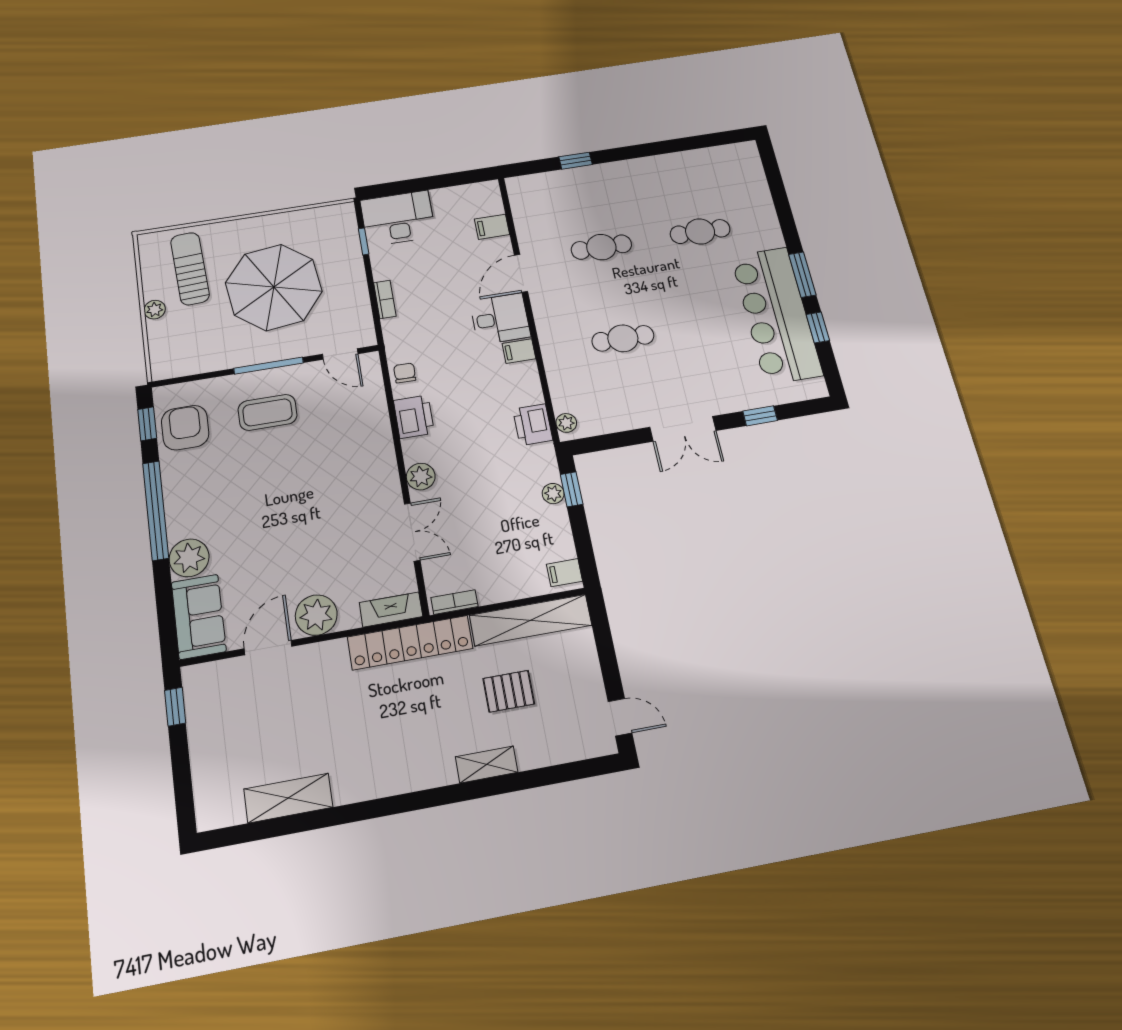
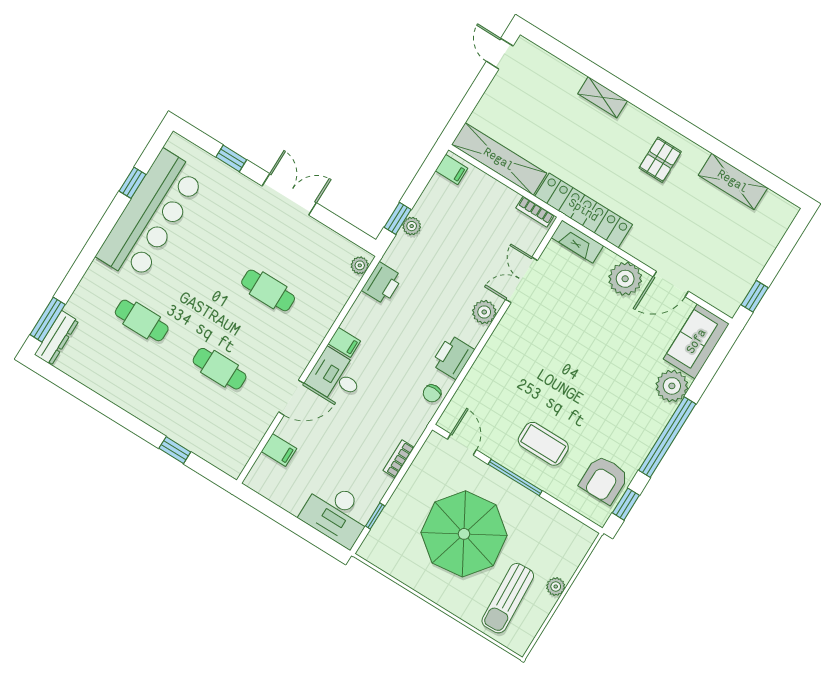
dresser: (752, 165) -> (56, 338), added
window: (802, 275) -> (48, 320), moved
pallet: (509, 691) -> (660, 160), moved, turned 90

